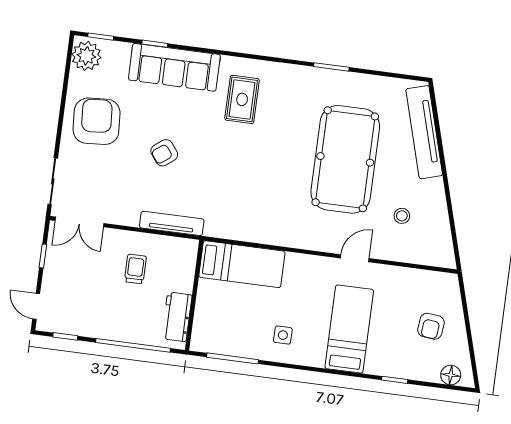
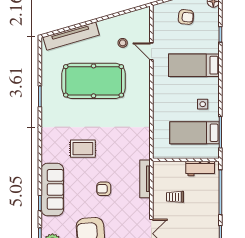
rug: (242, 99) -> (83, 149), moved
armchair: (164, 153) -> (104, 189), turned 127
door: (355, 258) -> (151, 51), moved
bed: (242, 264) -> (195, 133), moved, turned -90

